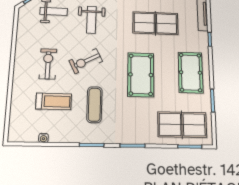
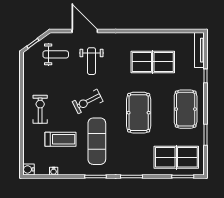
exercise bike: (48, 64) -> (40, 109), moved
exercise mat: (94, 105) -> (97, 141), width x1.36, depth x1.45
water cooler: (14, 135) -> (28, 169), added

